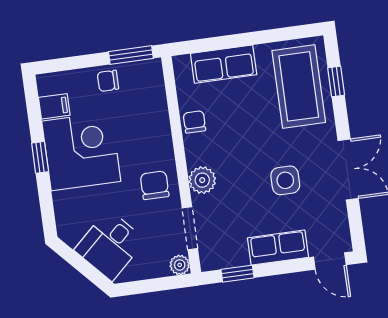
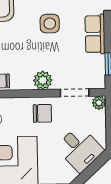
chair: (155, 185) -> (42, 113), turned 180

